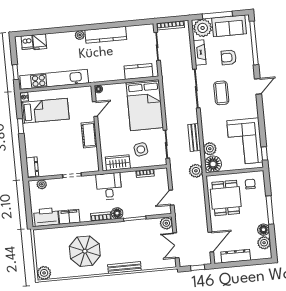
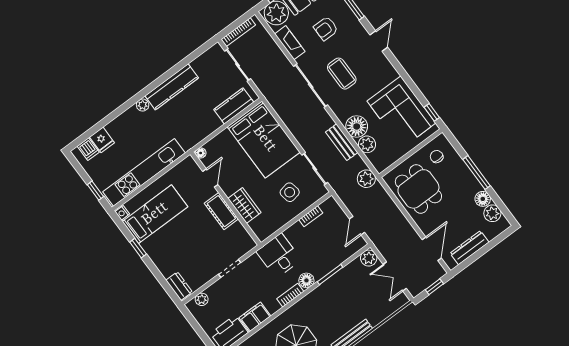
wardrobe: (118, 163) -> (244, 206), moved, turned 90
floor lamp: (213, 164) -> (357, 126), moved

